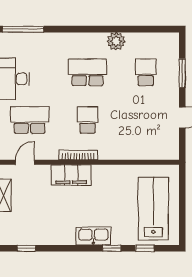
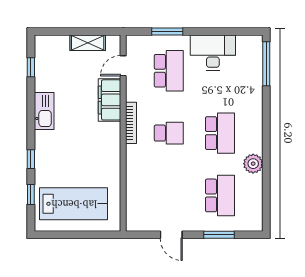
school desk: (146, 72) -> (220, 195), width x1.85
door: (25, 162) -> (123, 66), swing flipped
filing cabinet: (71, 175) -> (110, 100), moved
kitchen sink: (93, 236) -> (44, 111), moved

